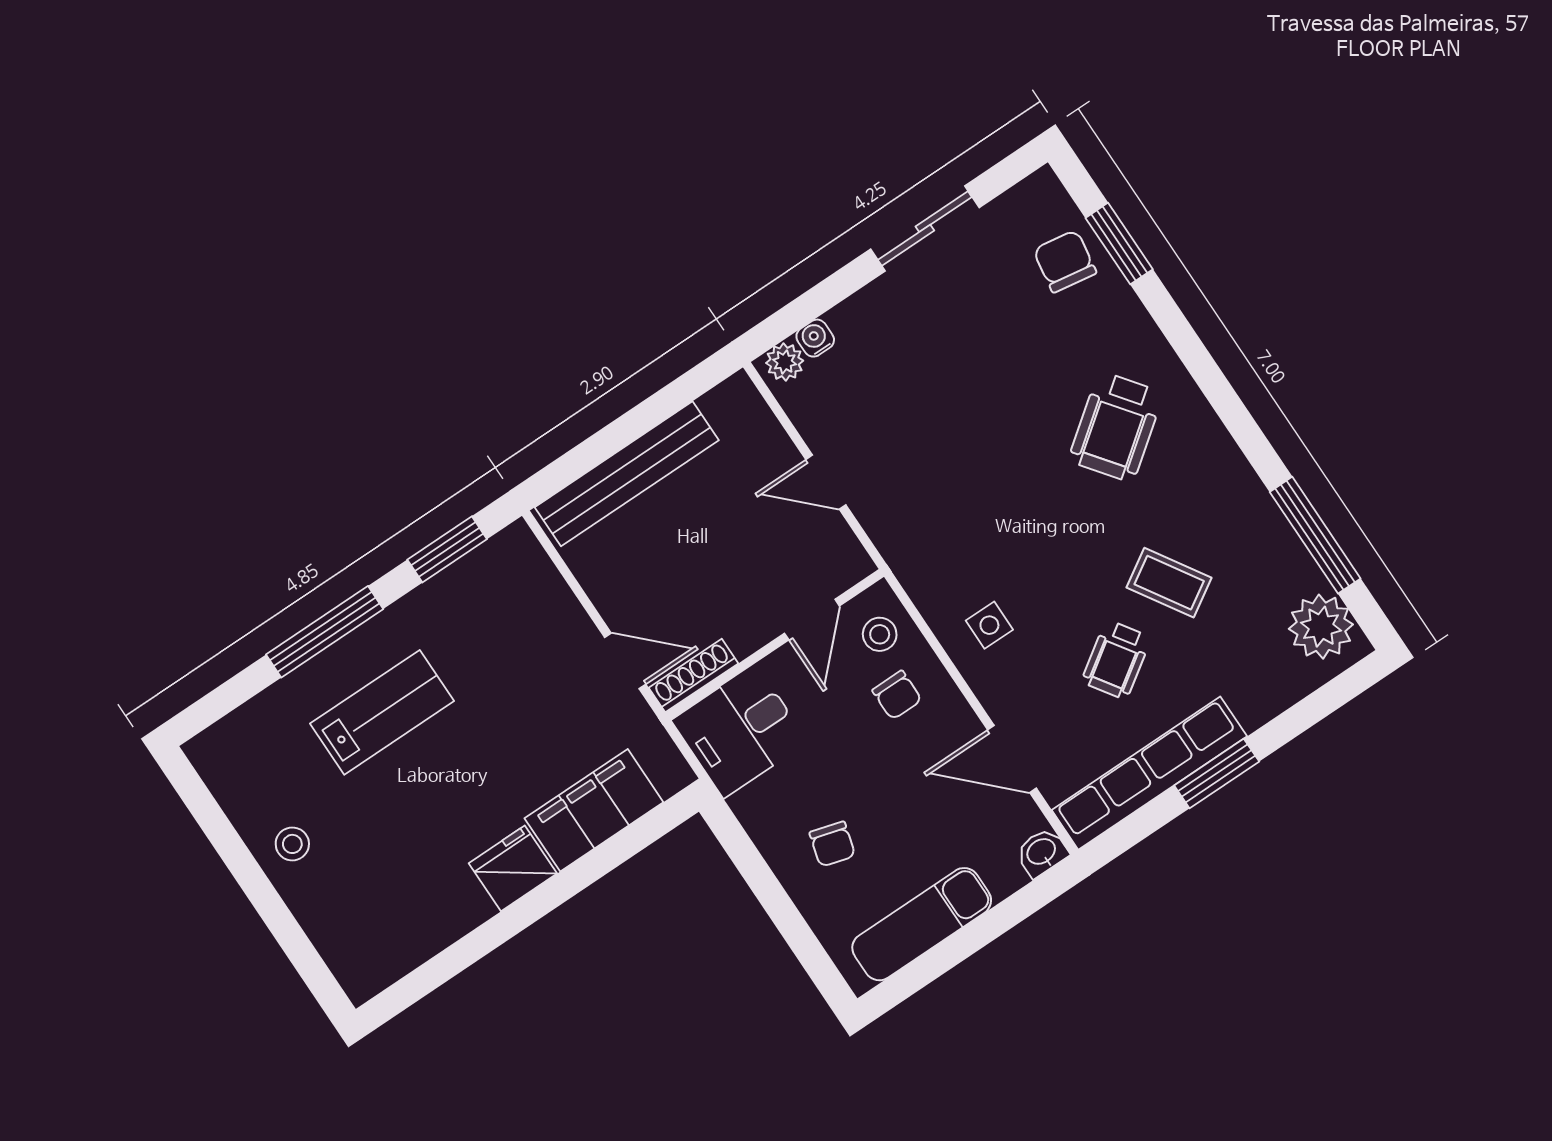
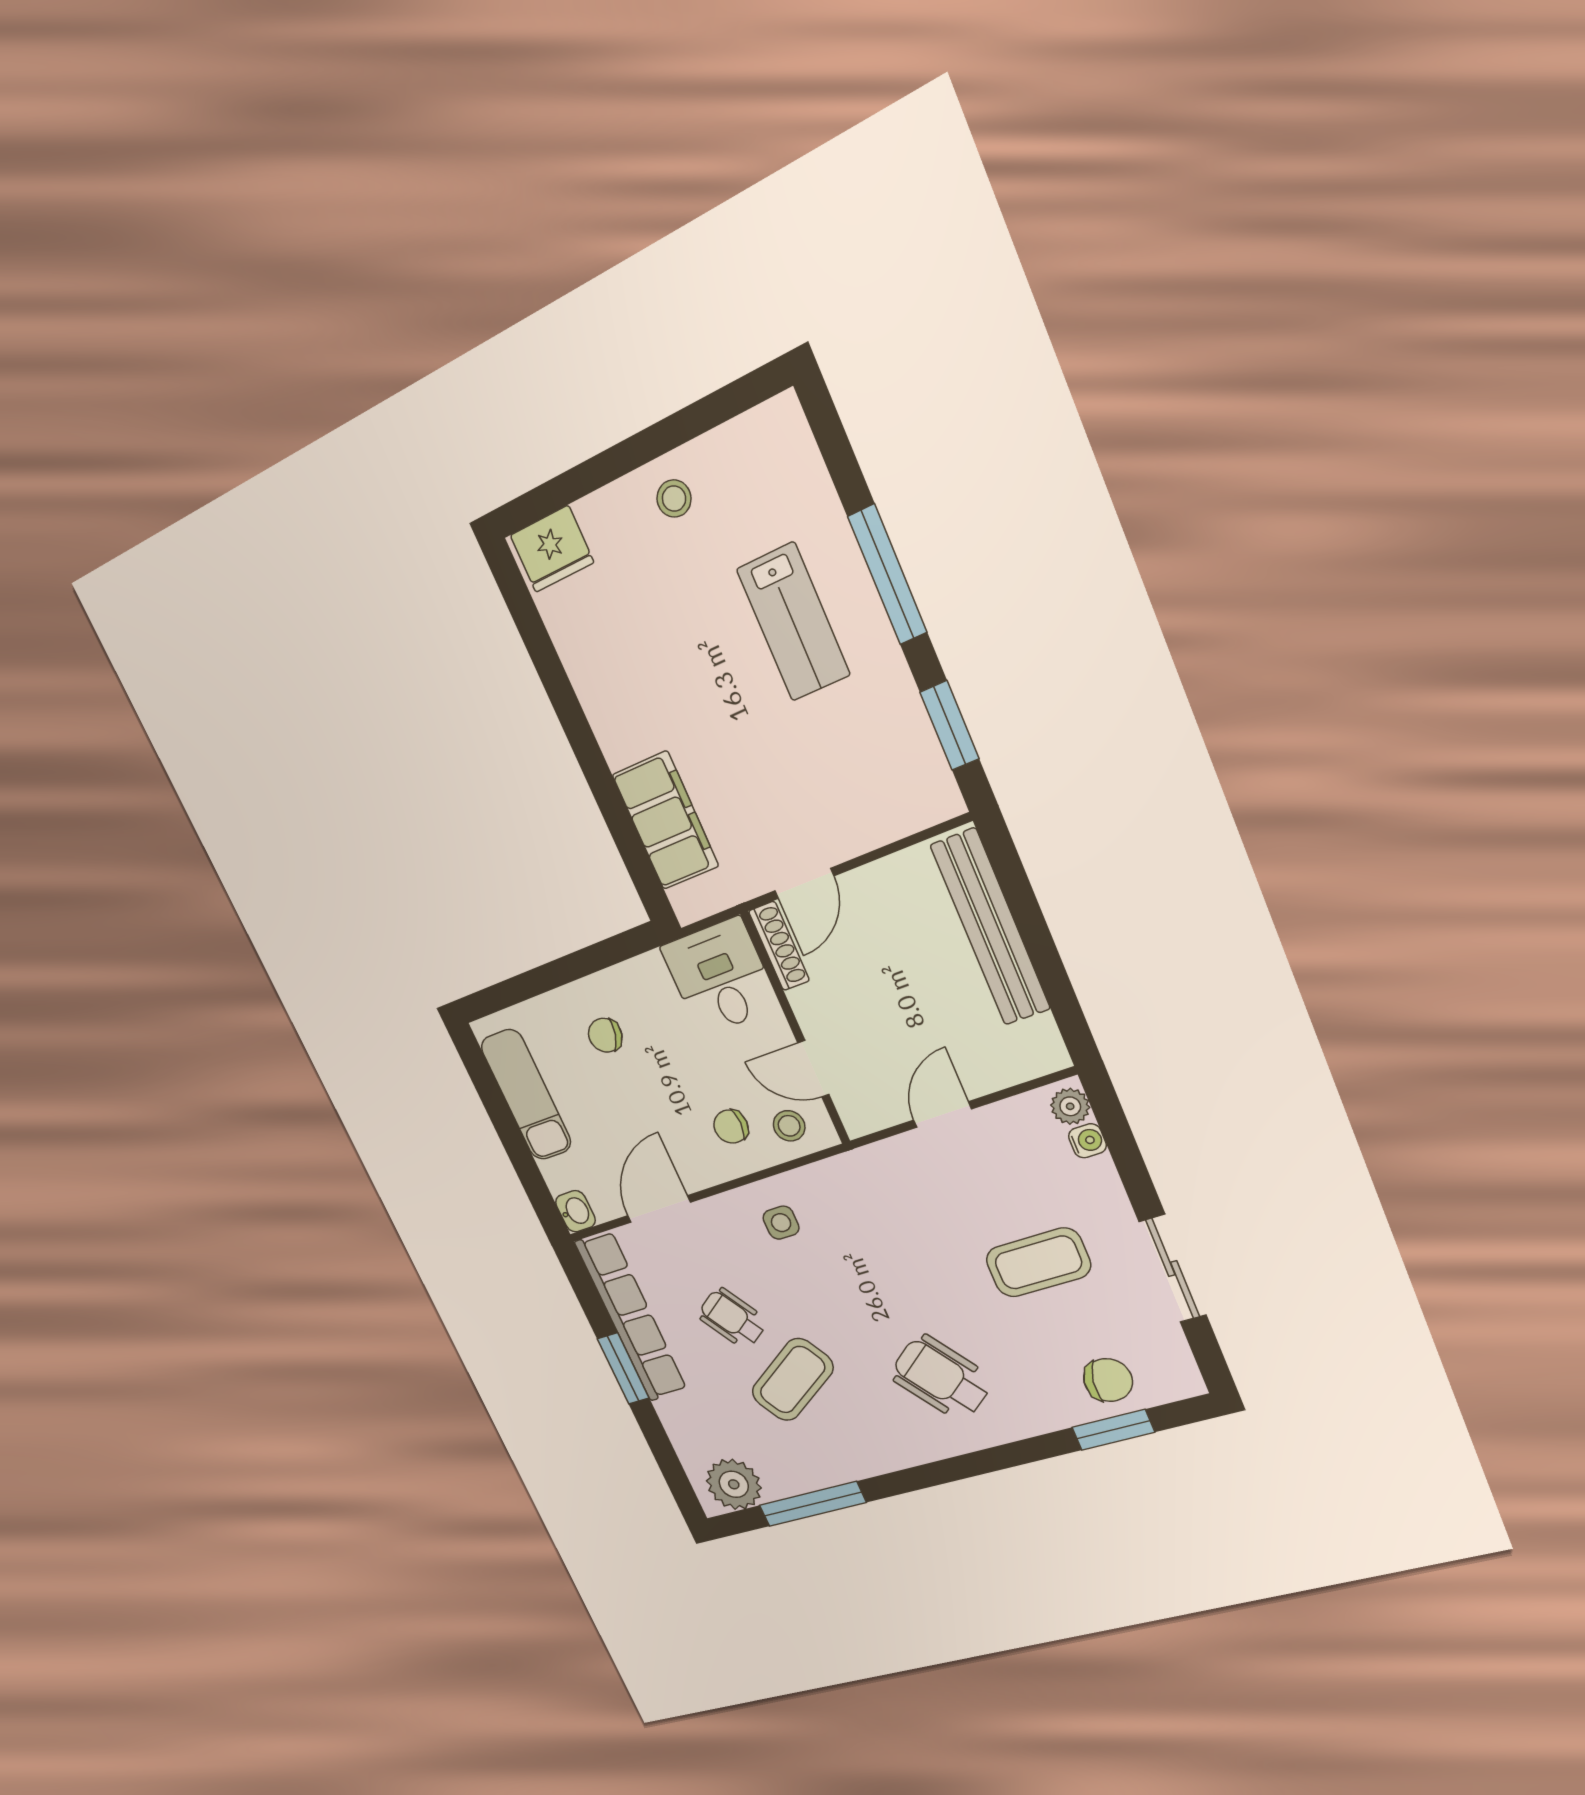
coffee table: (957, 357) -> (1038, 1262), added
coffee table: (1169, 583) -> (793, 1380), width x1.36, depth x1.30
fridge: (513, 868) -> (552, 549), moved, turned 90

